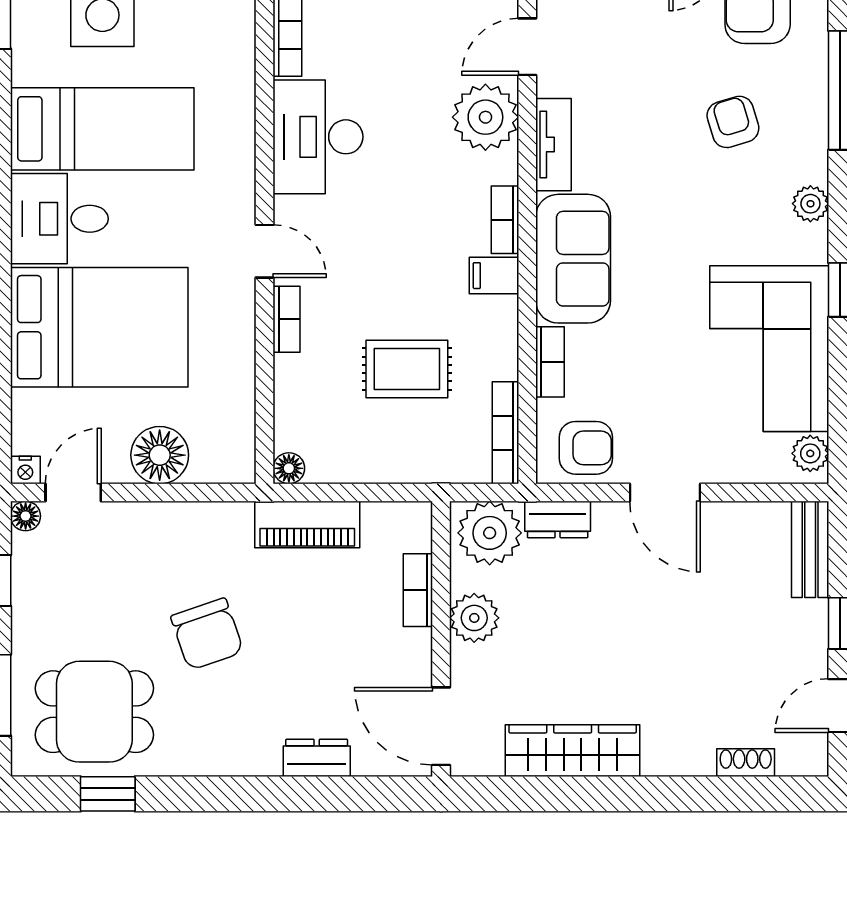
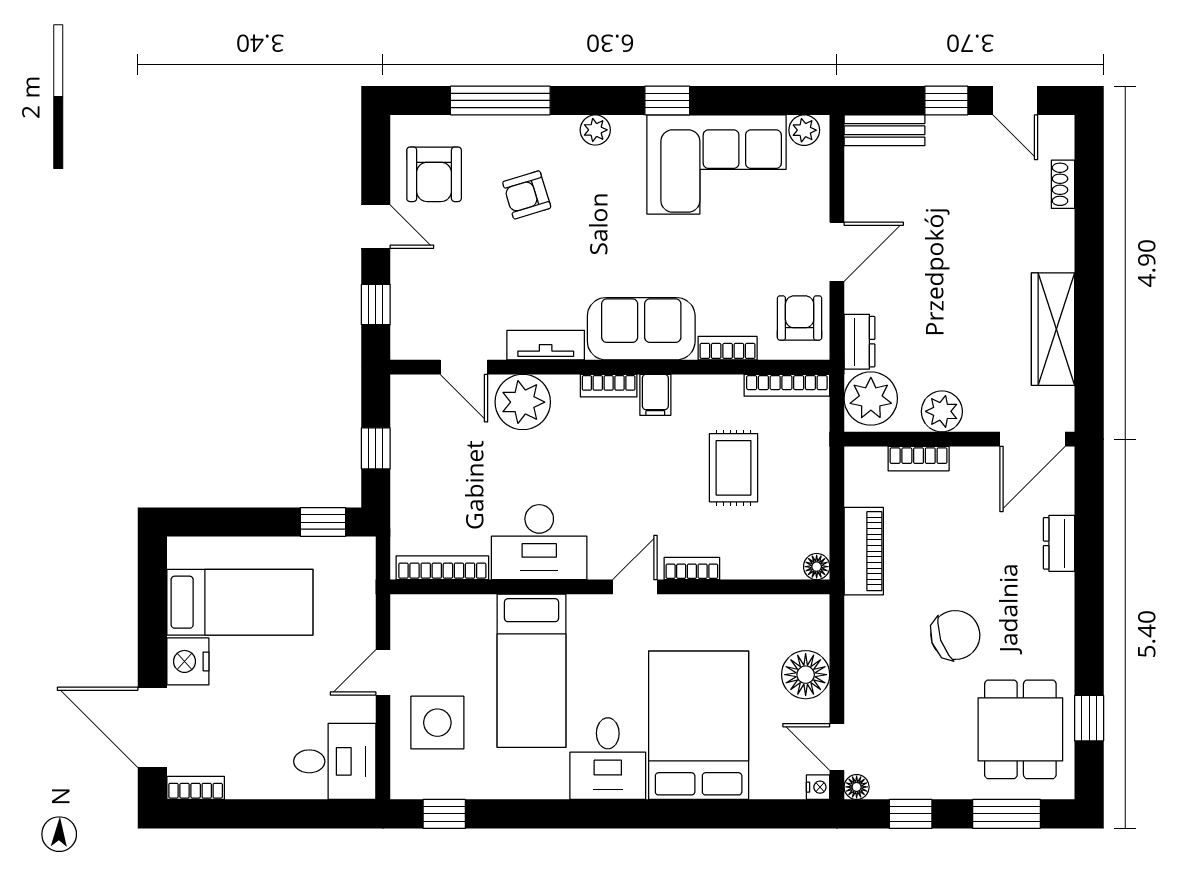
bed: (102, 129) -> (532, 671), moved, turned 180

